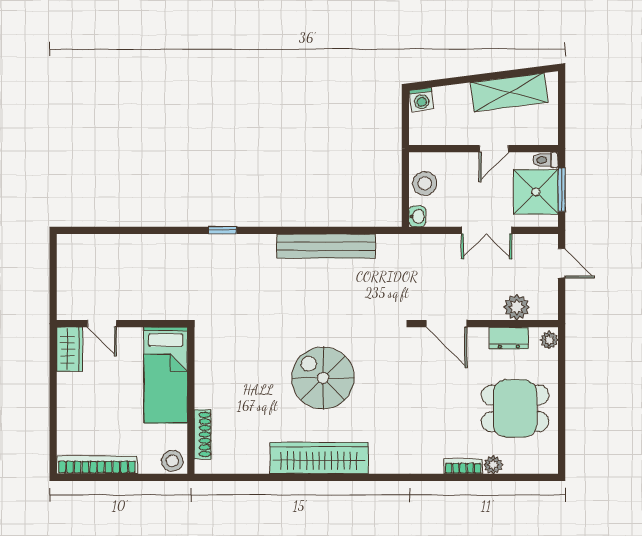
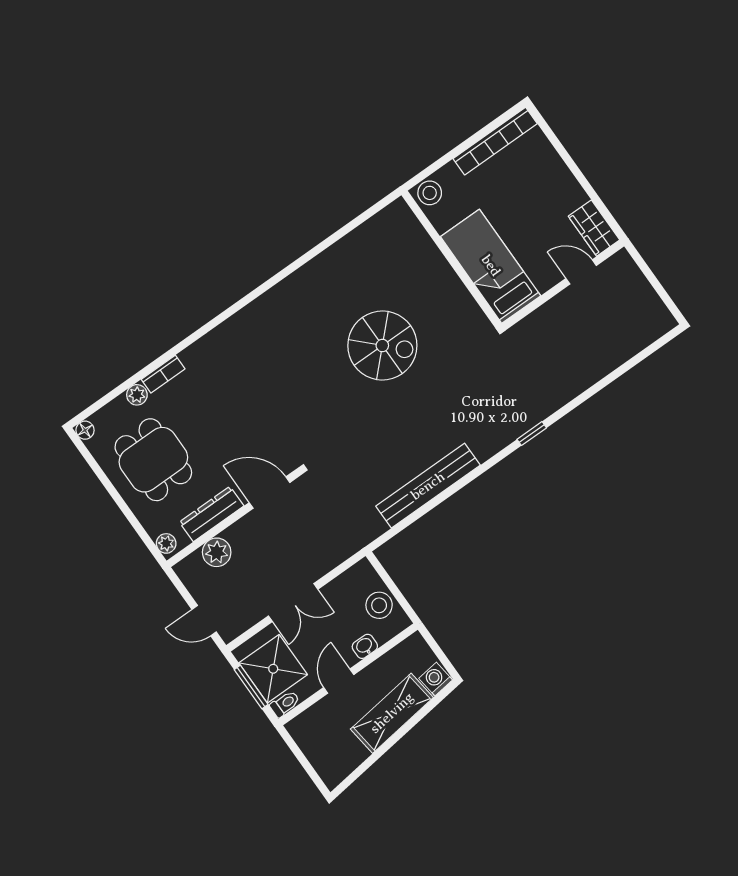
shelving: (509, 92) -> (392, 713), moved
washbasin: (417, 216) -> (365, 646), moved, turned 90
double door: (487, 230) -> (293, 603), swing flipped
dresser: (509, 338) -> (212, 514), width x1.44
spiral stairs: (323, 378) -> (382, 345), moved
dining table: (515, 408) -> (153, 460), turned 90
shoe rack: (203, 434) -> (419, 236), removed
wardrobe: (319, 458) -> (299, 289), removed
floor lamp: (550, 466) -> (85, 430), added

